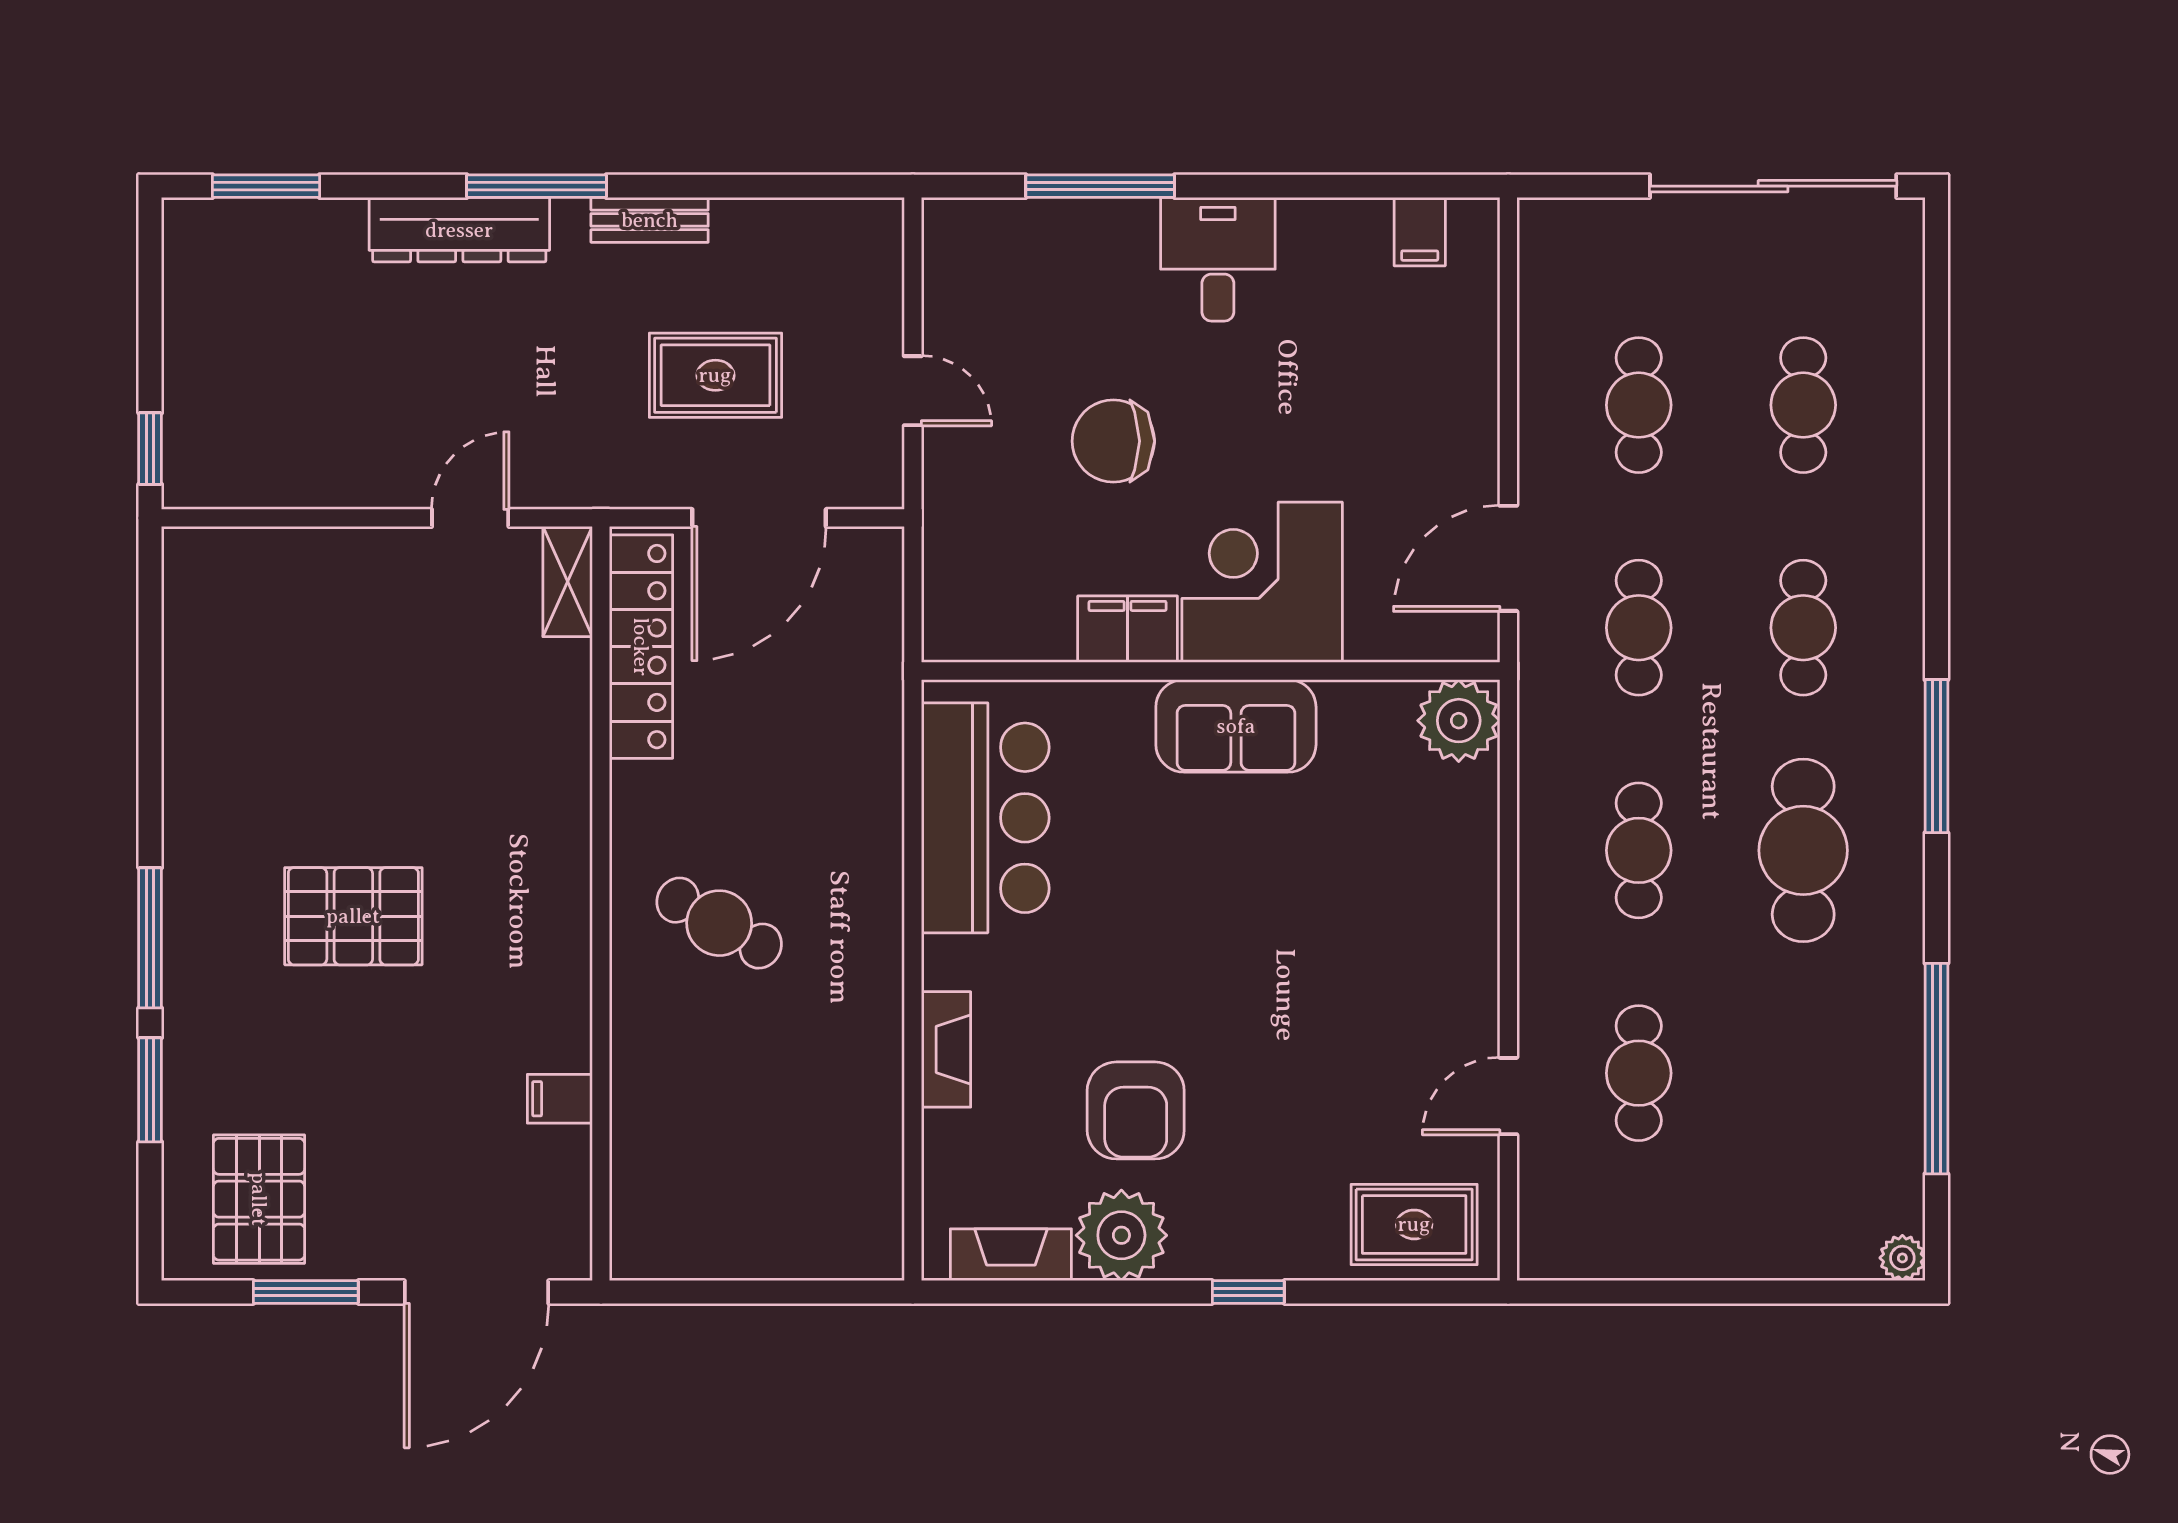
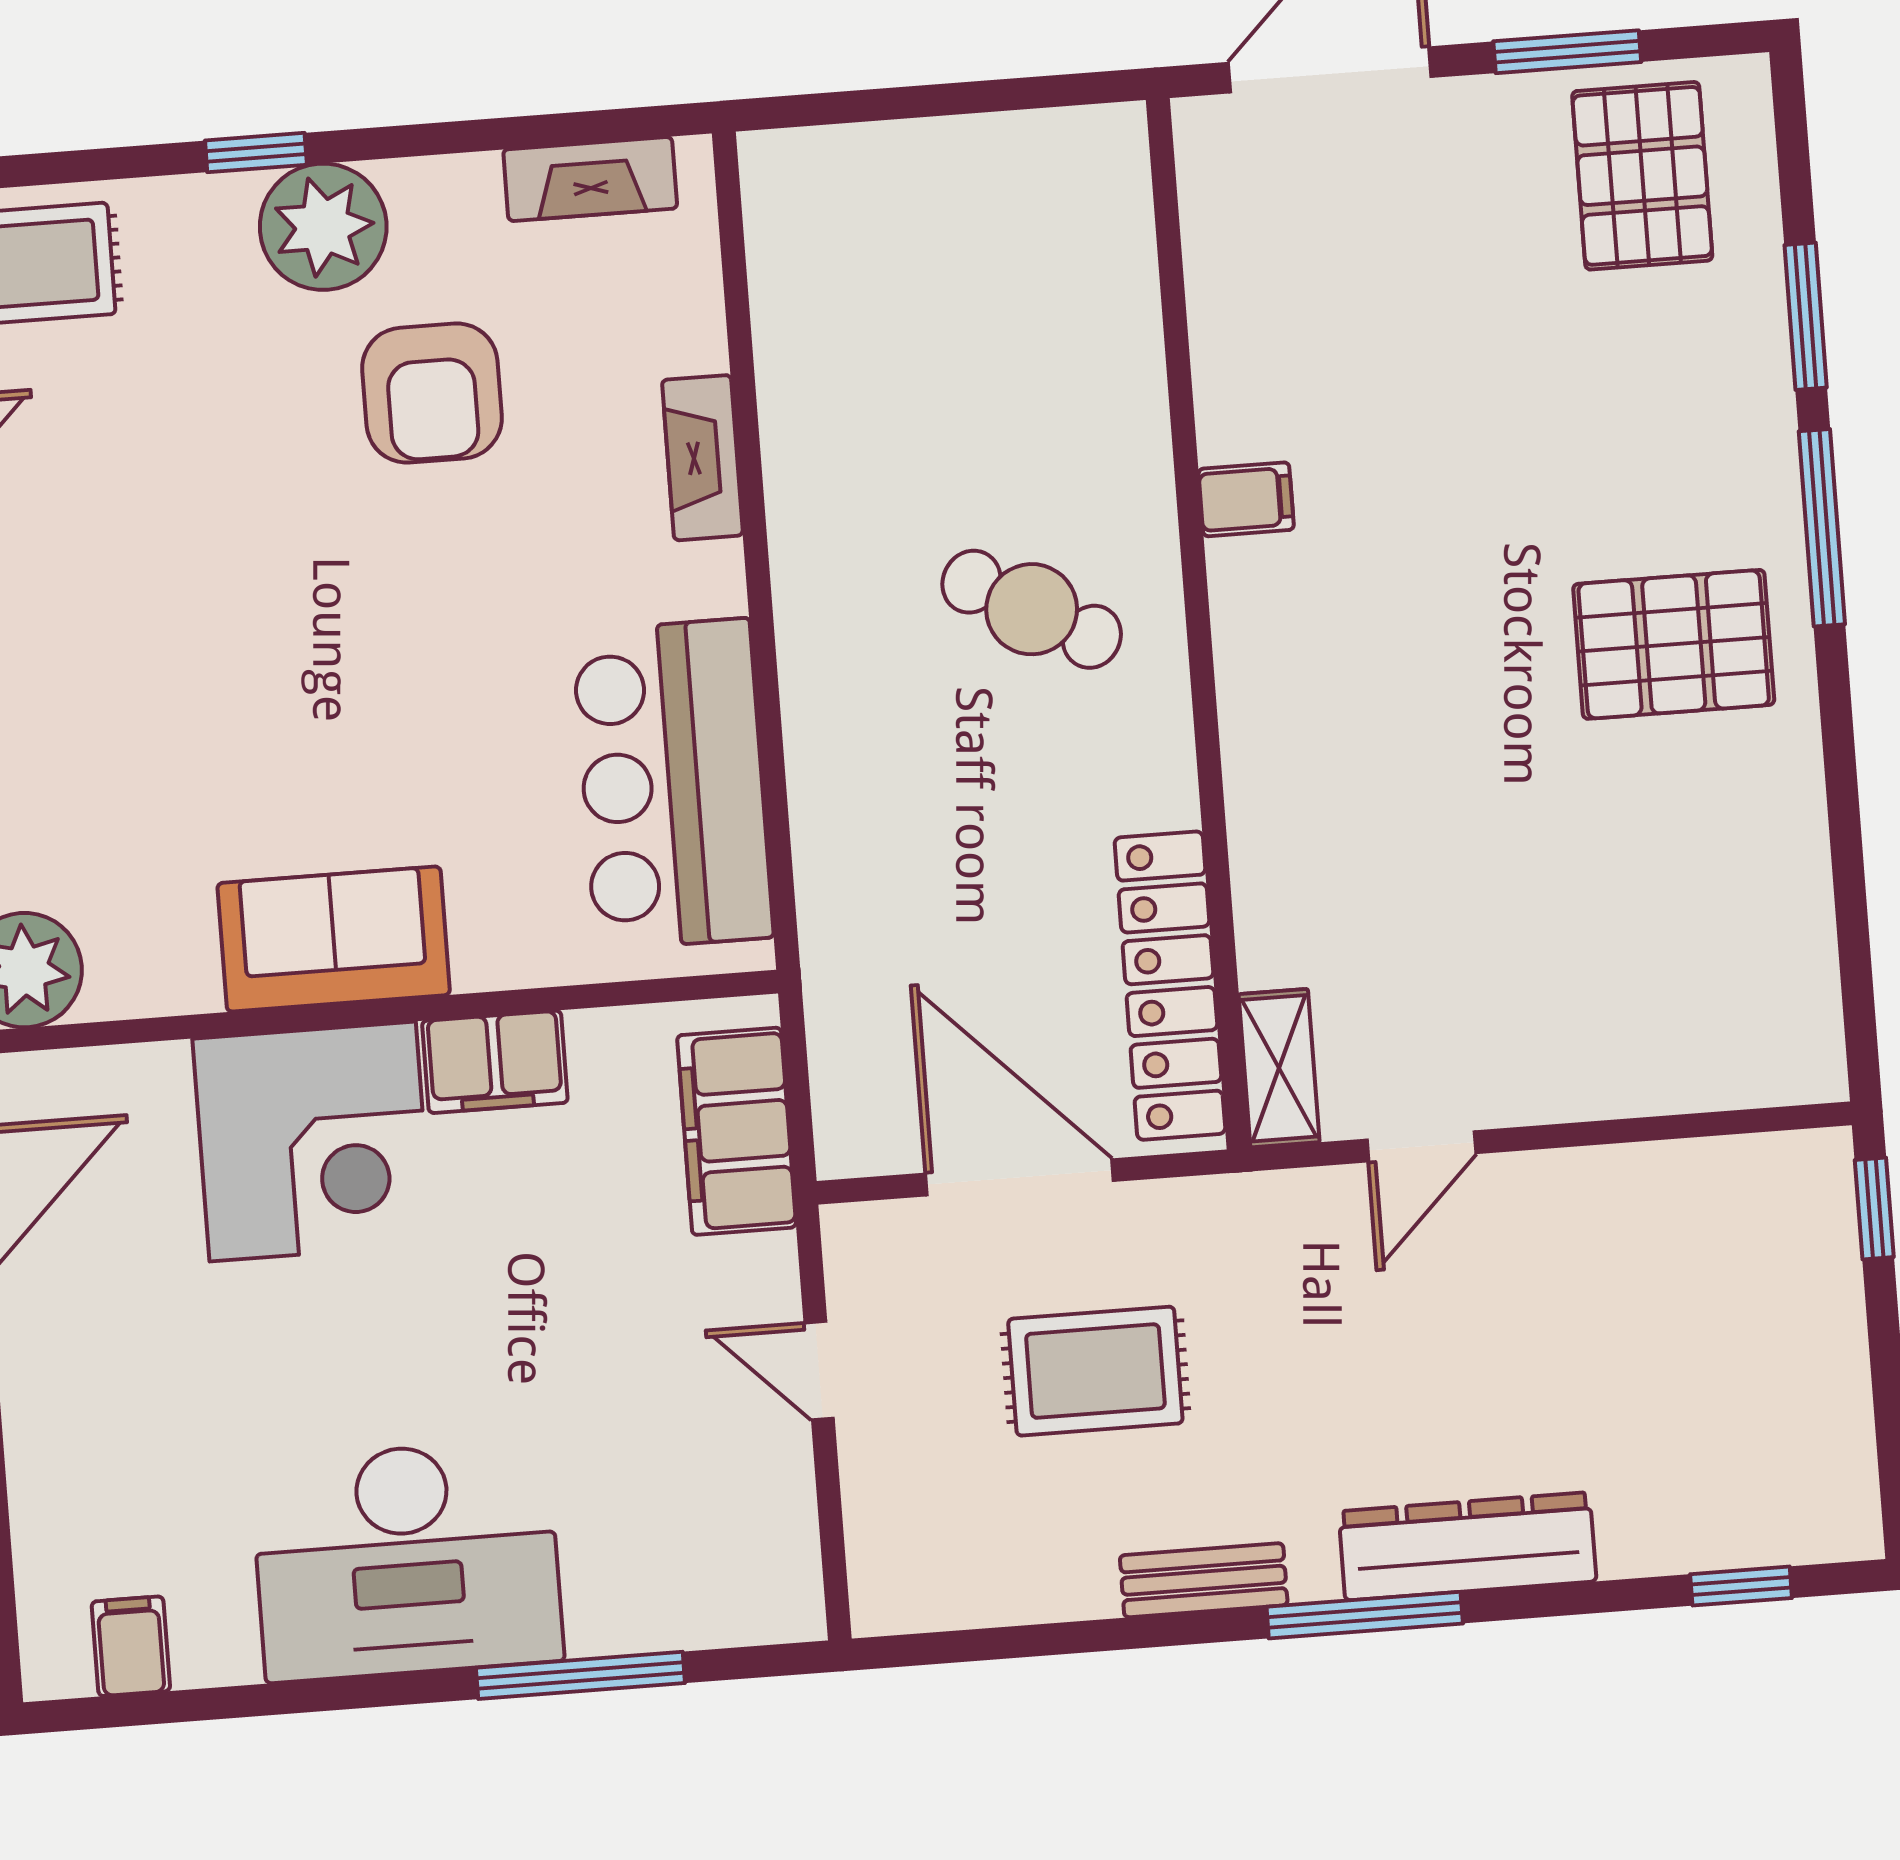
window: (266, 186) -> (1741, 1586), width x0.67
desk: (1218, 259) -> (407, 1560), width x1.87, depth x1.30
chair: (1113, 441) -> (535, 1322), removed
door: (759, 518) -> (1019, 1177), hinge flipped
filing cabinet: (959, 566) -> (737, 1131), added
pallet: (353, 916) -> (1674, 644), moved
filing cabinet: (560, 1099) -> (1246, 499), moved
armchair: (1136, 1110) -> (432, 393), turned 180
plant: (1121, 1235) -> (323, 227), moved

